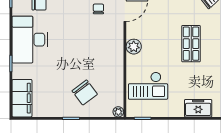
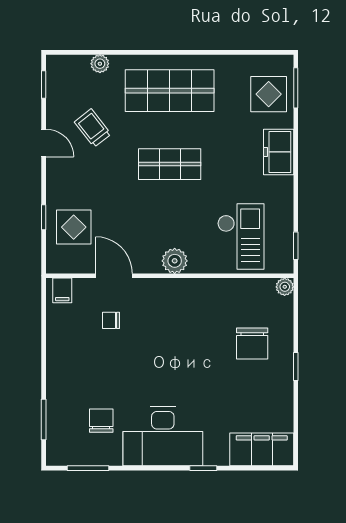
chair: (85, 92) -> (252, 343), turned 127

